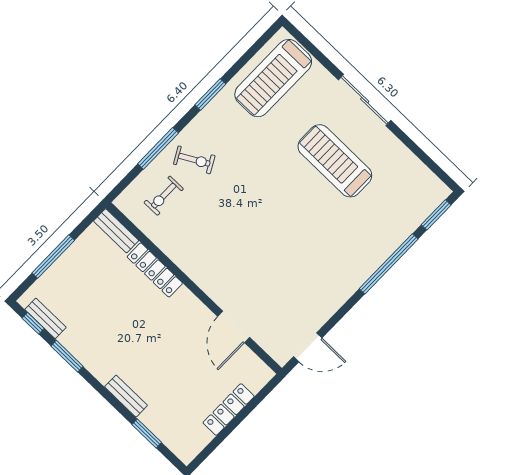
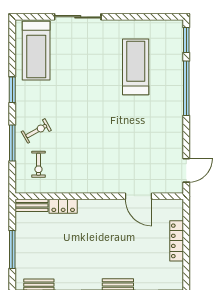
sliding door: (365, 100) -> (78, 17), moved
treadmill: (335, 161) -> (136, 67), moved, turned 90
locker: (155, 270) -> (63, 206), width x0.66

